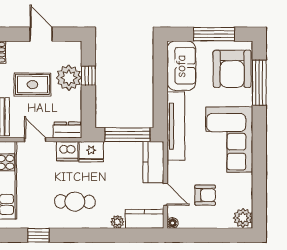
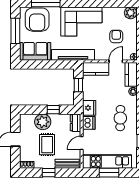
armchair: (232, 69) -> (37, 20), turned 90
window: (88, 76) -> (53, 110), moved
window: (127, 135) -> (78, 85), width x0.46

